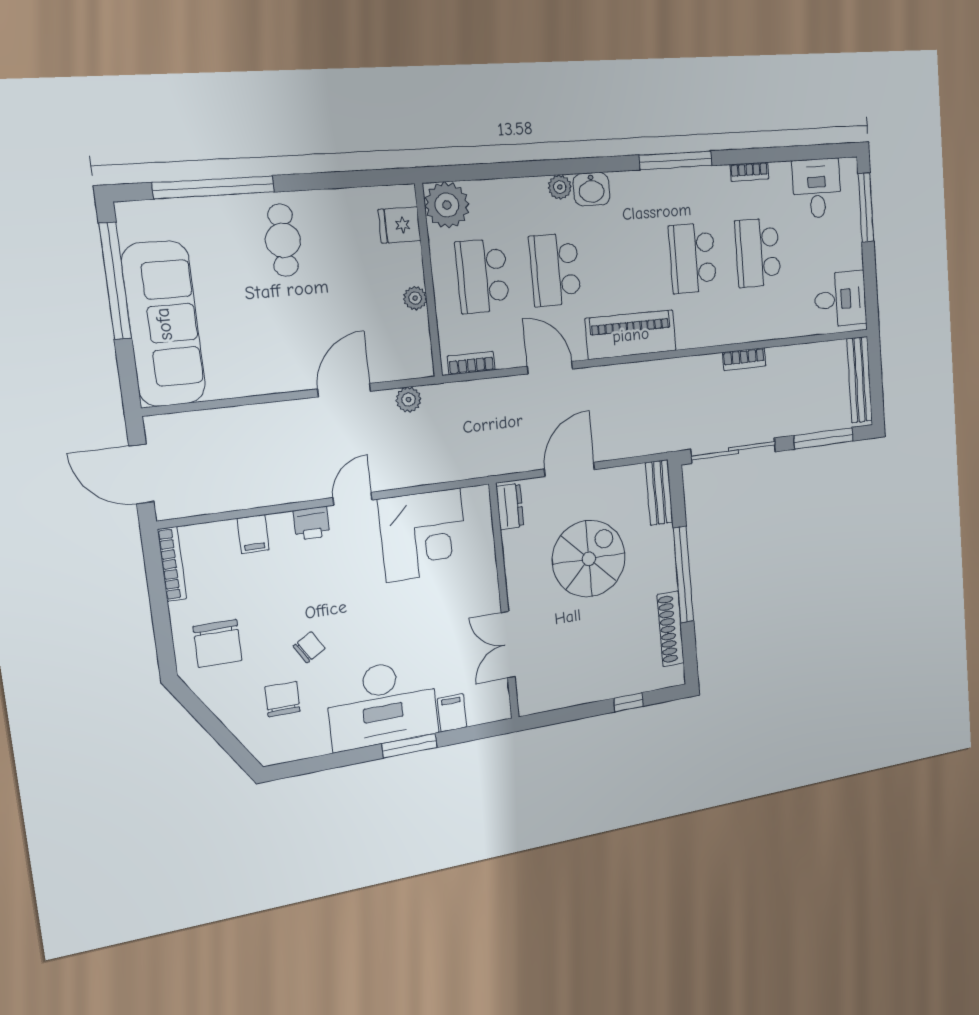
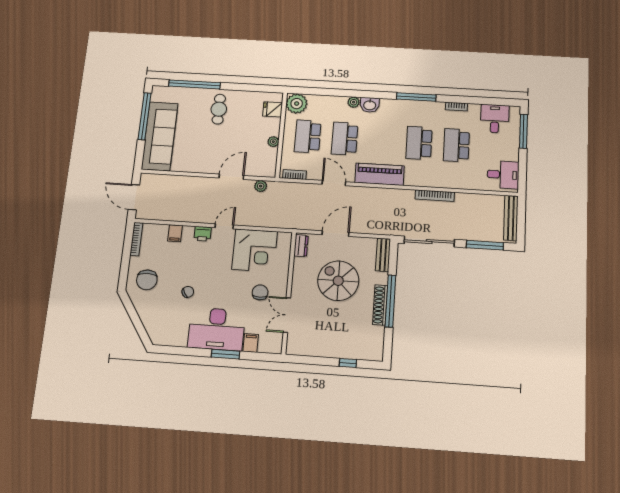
bookcase: (744, 359) -> (435, 196), width x1.56
spiral stairs: (589, 559) -> (338, 281), turned -90
shoe rack: (671, 629) -> (380, 305), moved
chair: (282, 699) -> (260, 292), moved

